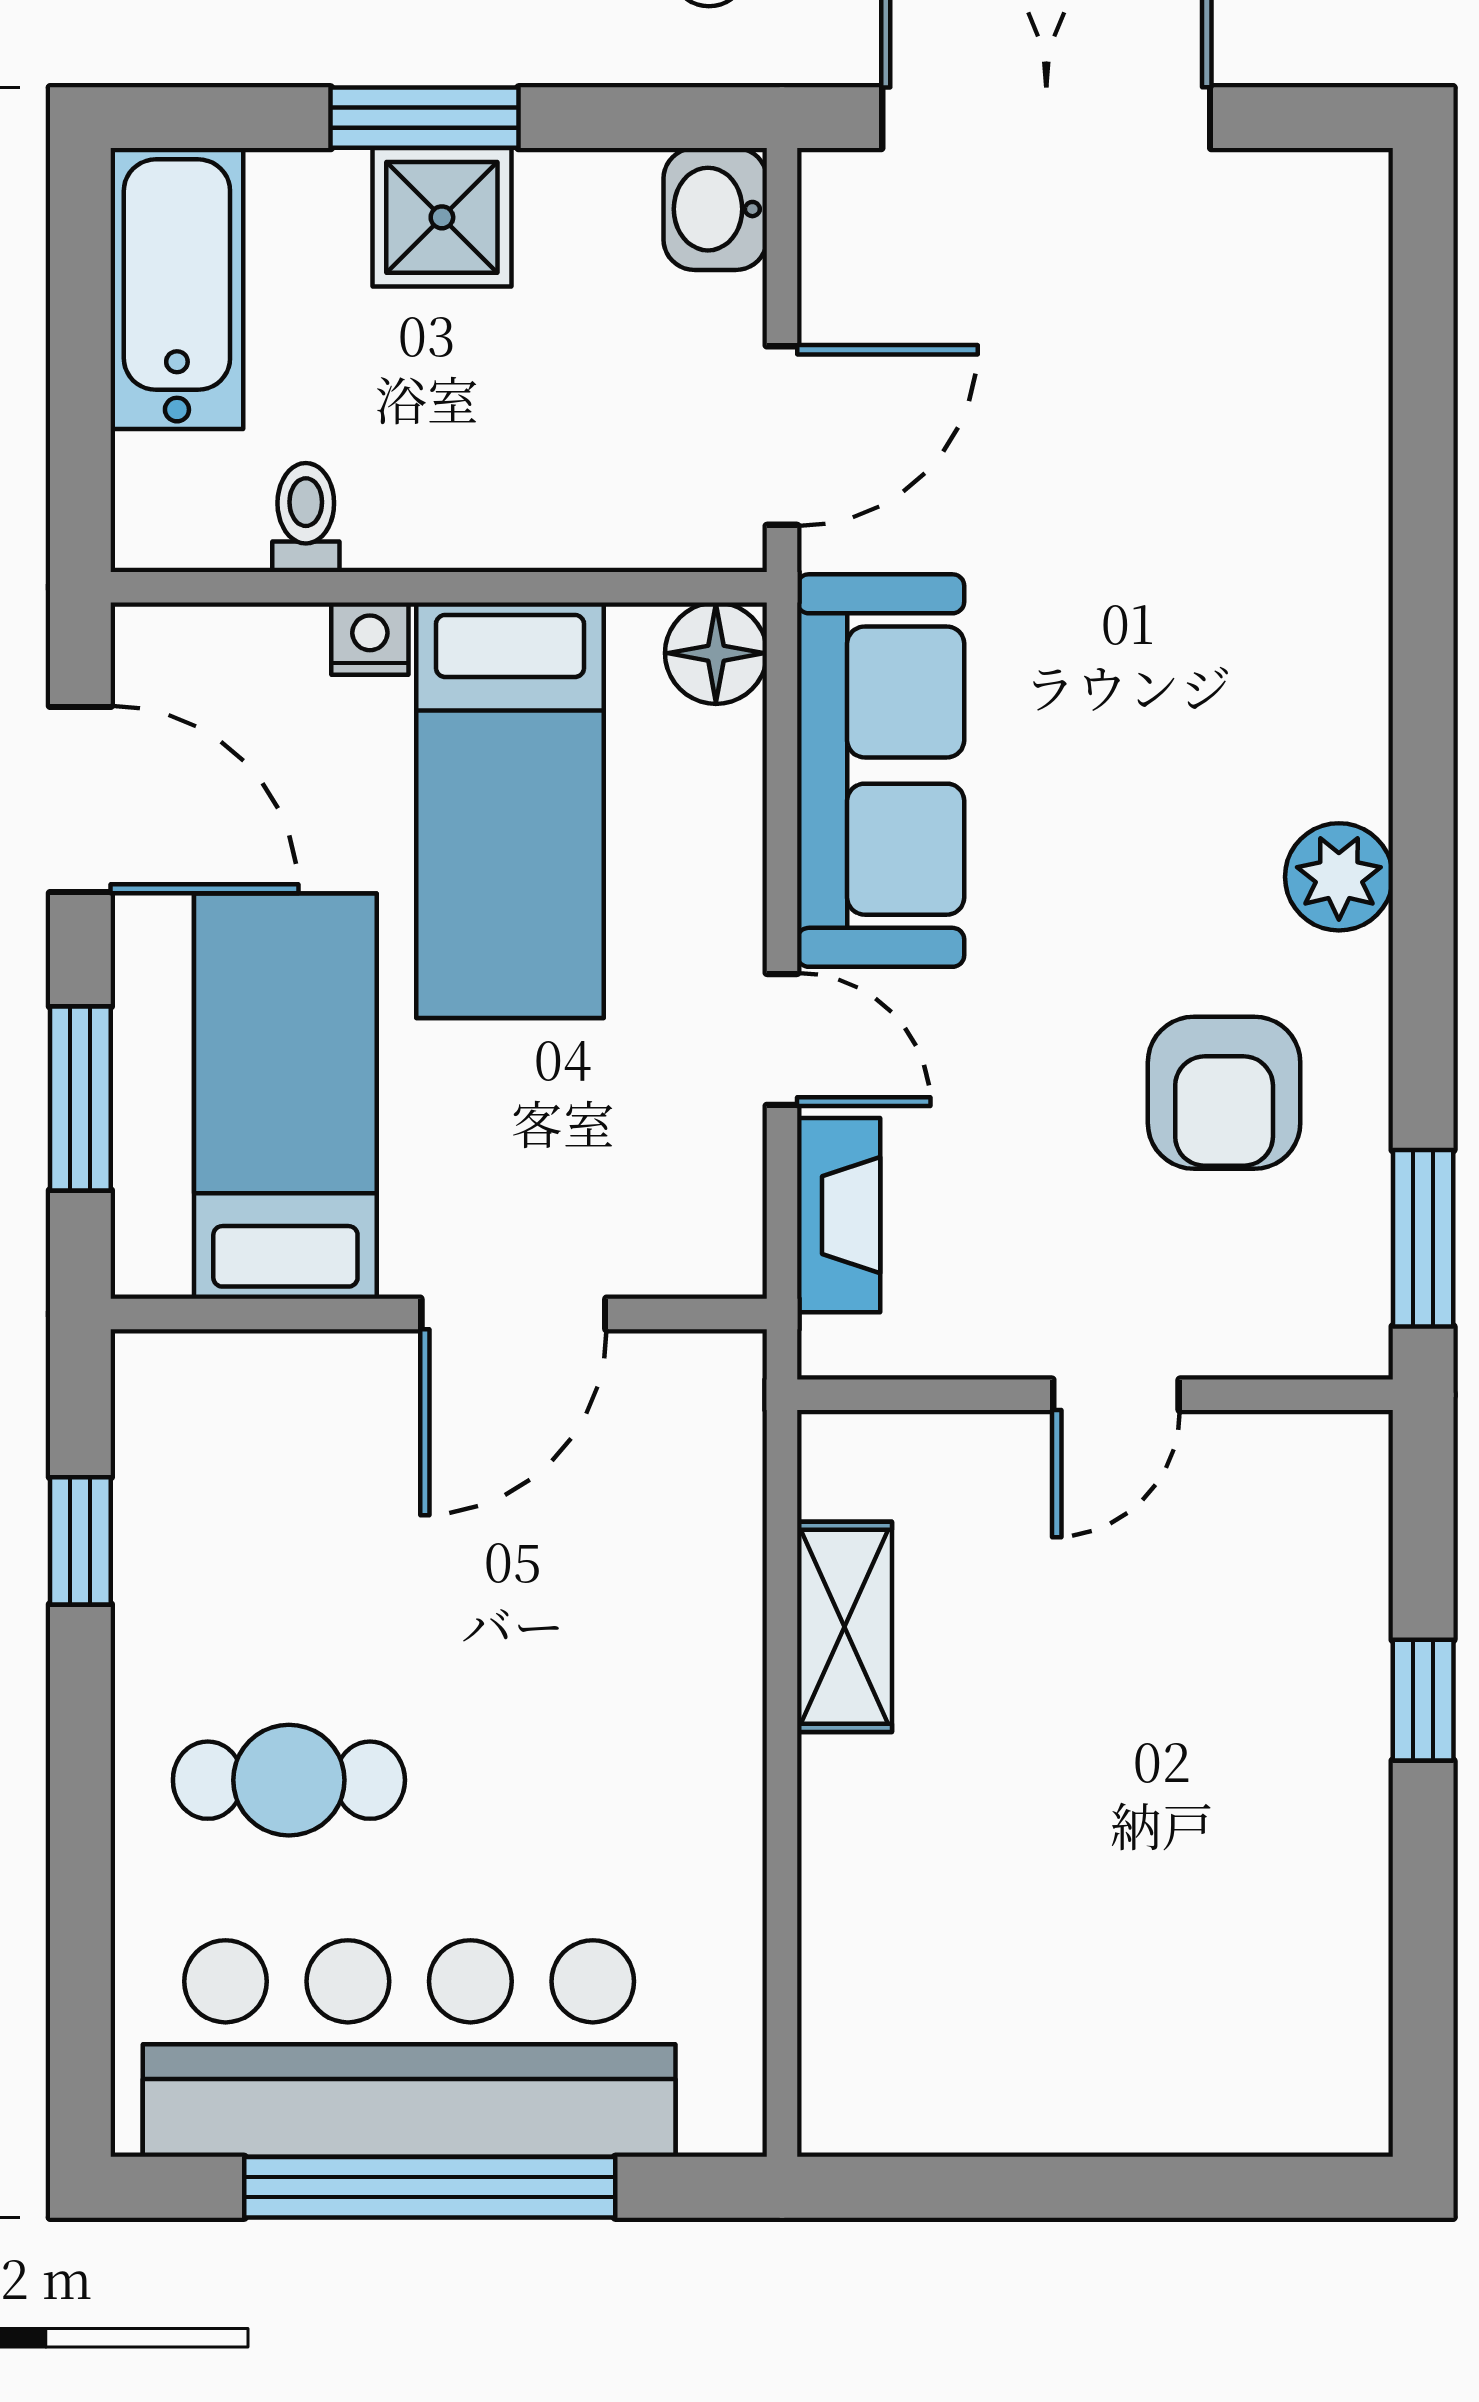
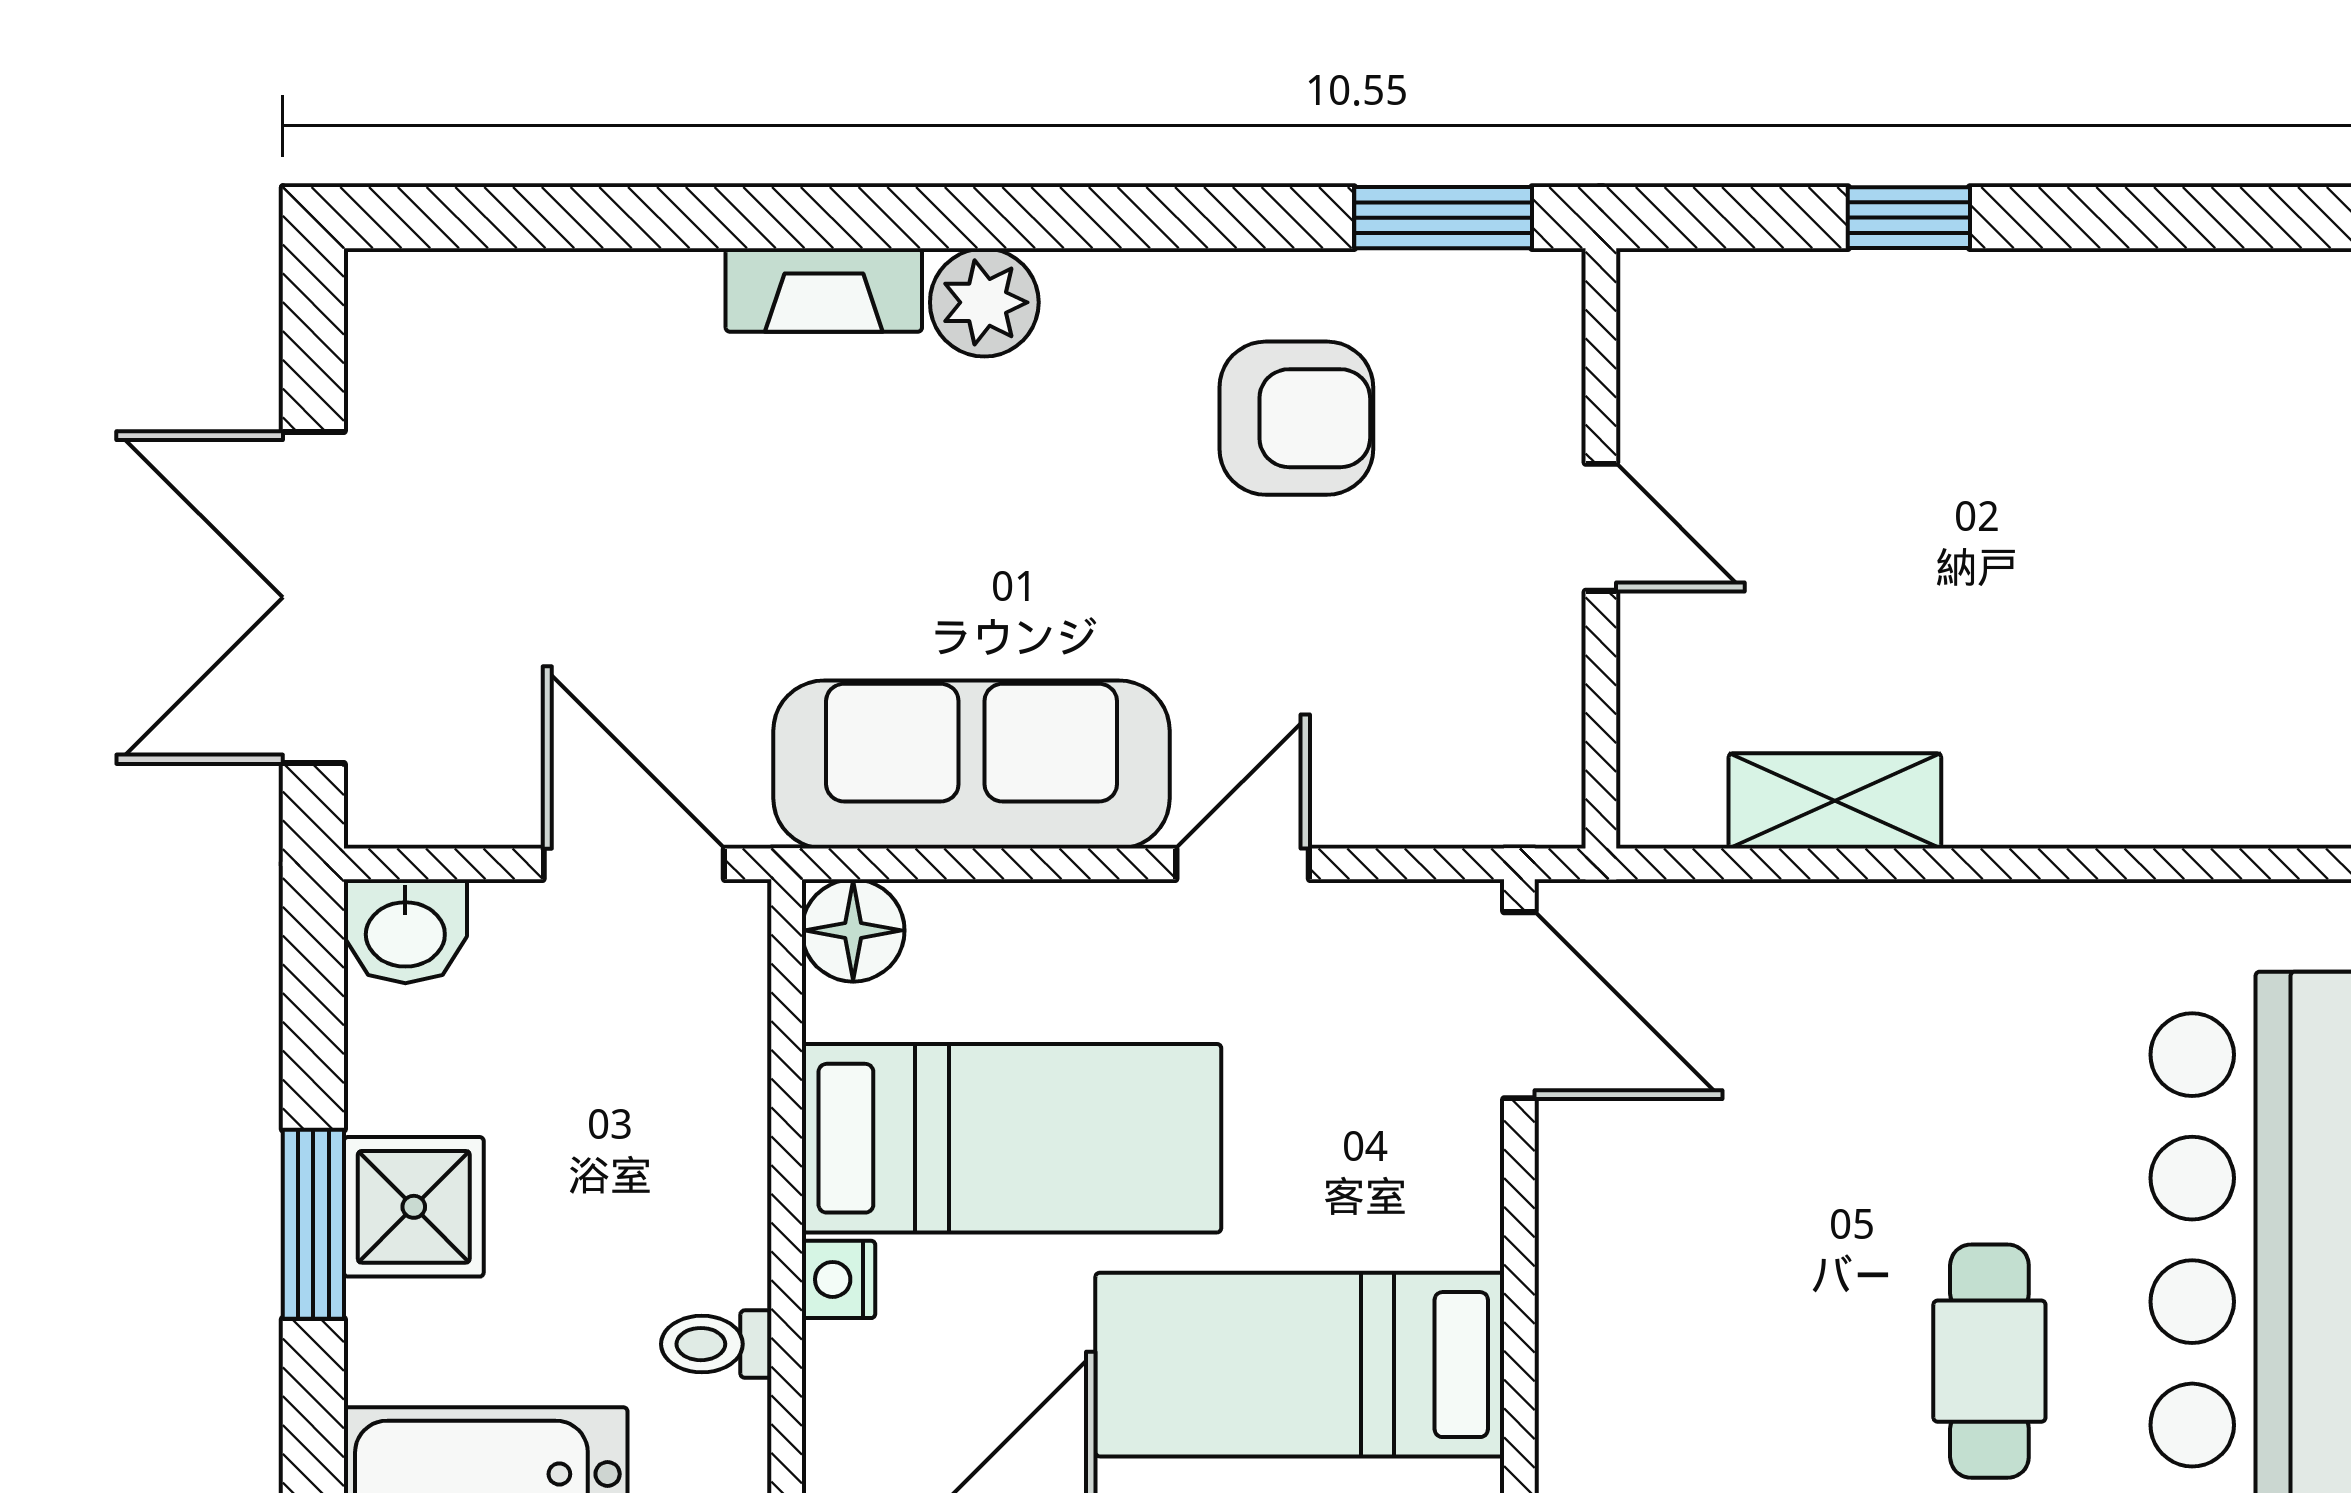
plant: (1339, 877) -> (984, 302), moved
fireplace: (839, 1215) -> (824, 290), moved, turned 180
door: (513, 1314) -> (1519, 1005), moved

